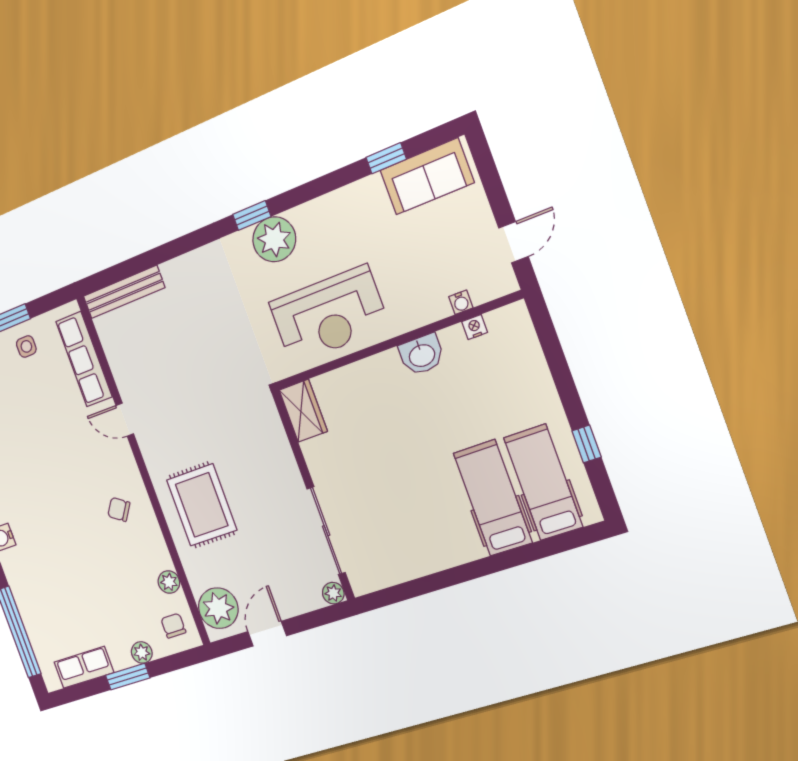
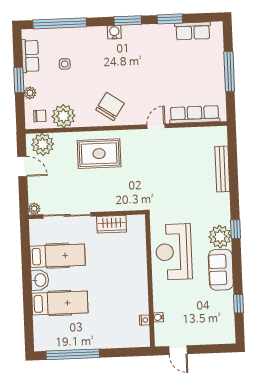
sofa: (427, 176) -> (221, 270), moved
bench: (124, 292) -> (222, 169), moved
side table: (26, 346) -> (65, 64), moved
washbasin: (422, 355) -> (40, 280), moved, turned 180
wardrobe: (303, 411) -> (112, 224), moved
window: (587, 444) -> (73, 354), width x3.17
hospital bed: (543, 482) -> (58, 256), moved
chair: (119, 509) -> (110, 106), width x1.87, depth x1.87
plant: (169, 582) -> (63, 116), width x1.87, depth x1.87

